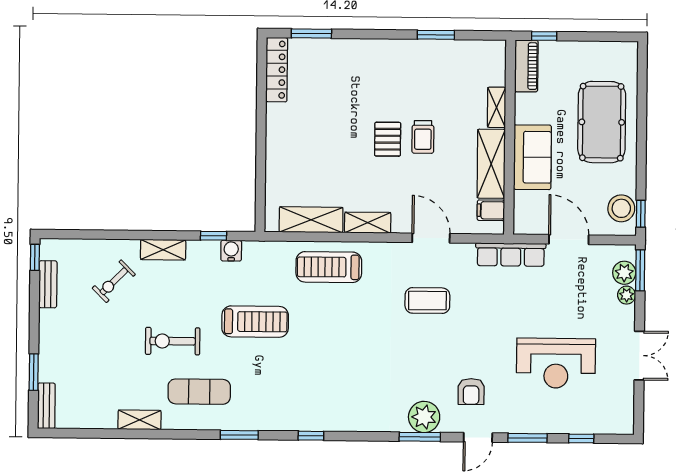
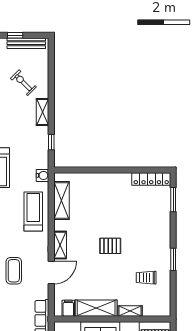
window: (436, 35) -> (173, 259), moved
trolley: (423, 137) -> (146, 278), moved
shelving: (368, 223) -> (60, 245), moved
water cooler: (231, 251) -> (42, 175), moved
window: (35, 257) -> (15, 35), moved
bench: (48, 284) -> (26, 43), width x1.36

